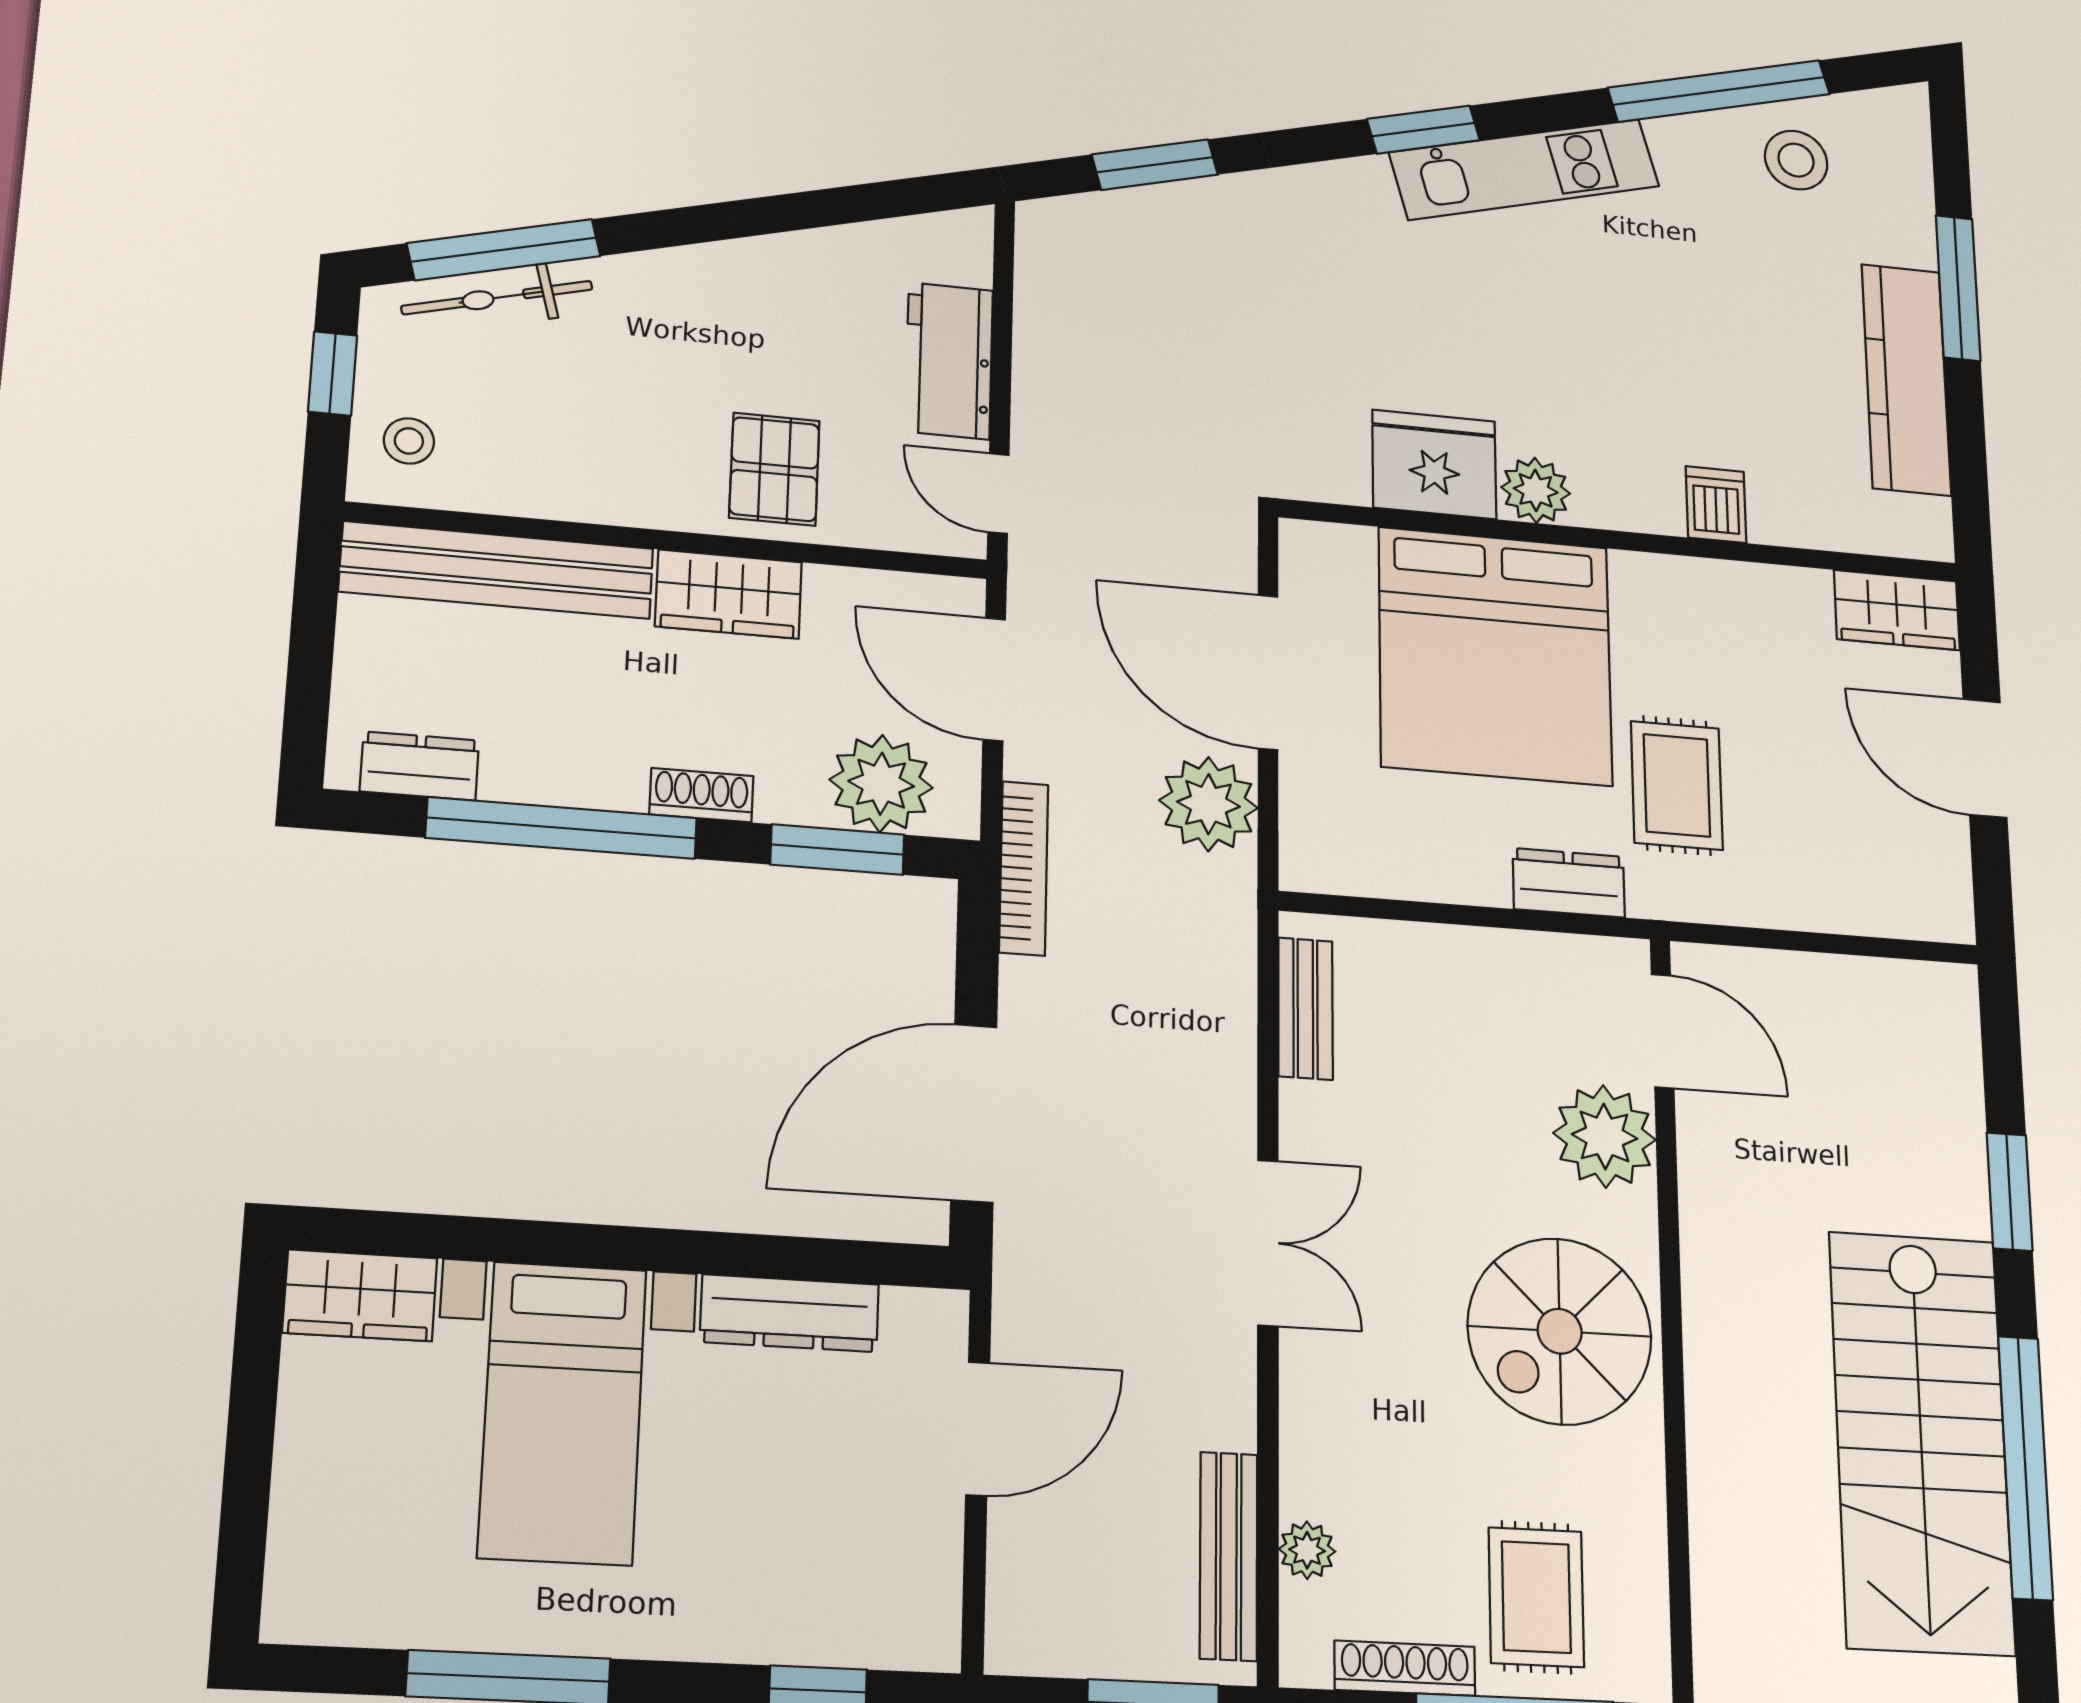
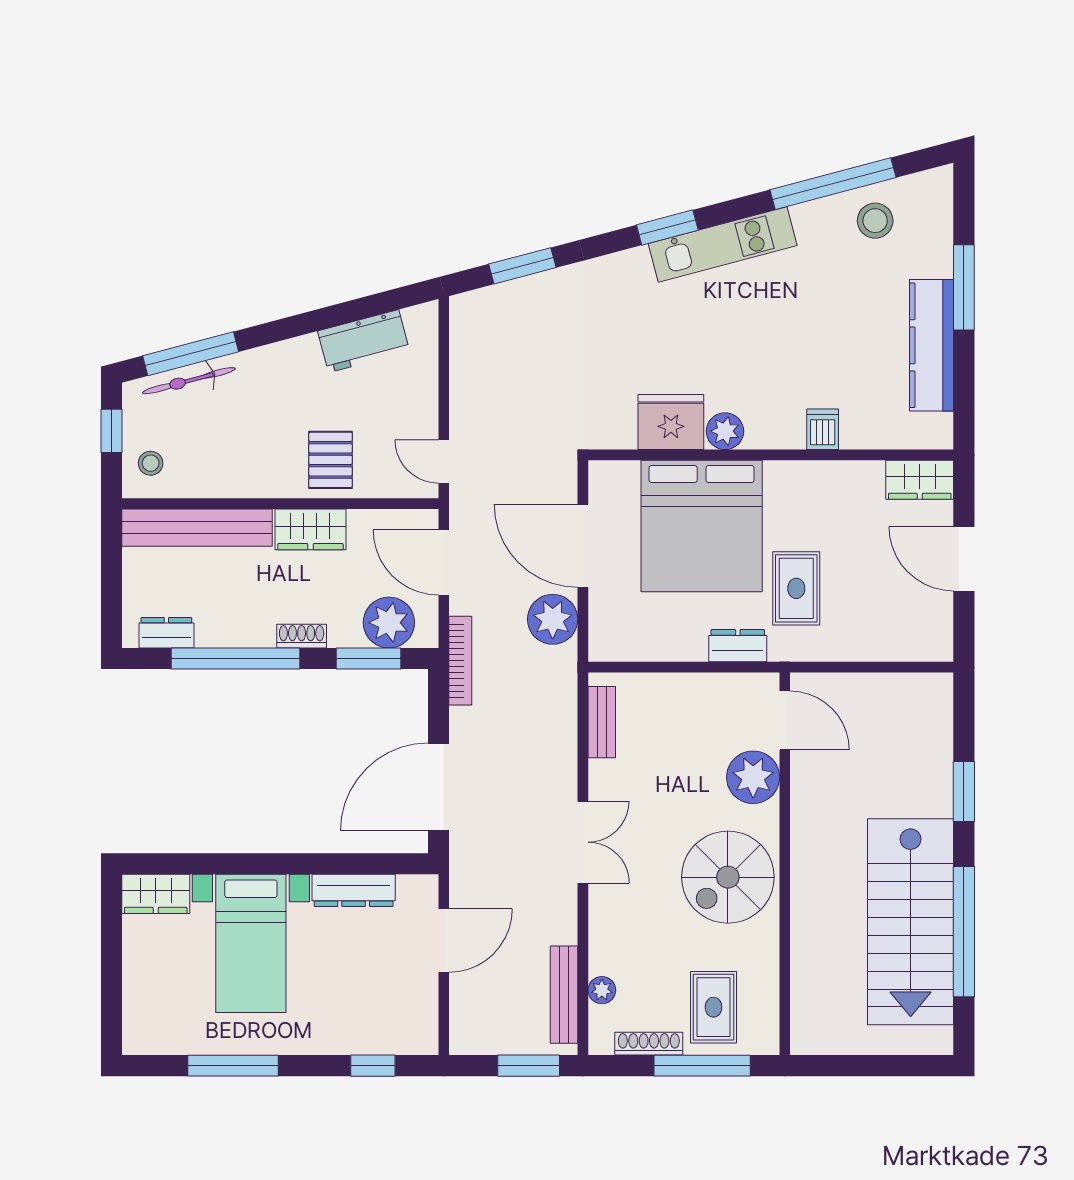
workbench: (949, 361) -> (364, 341), moved, turned -105

